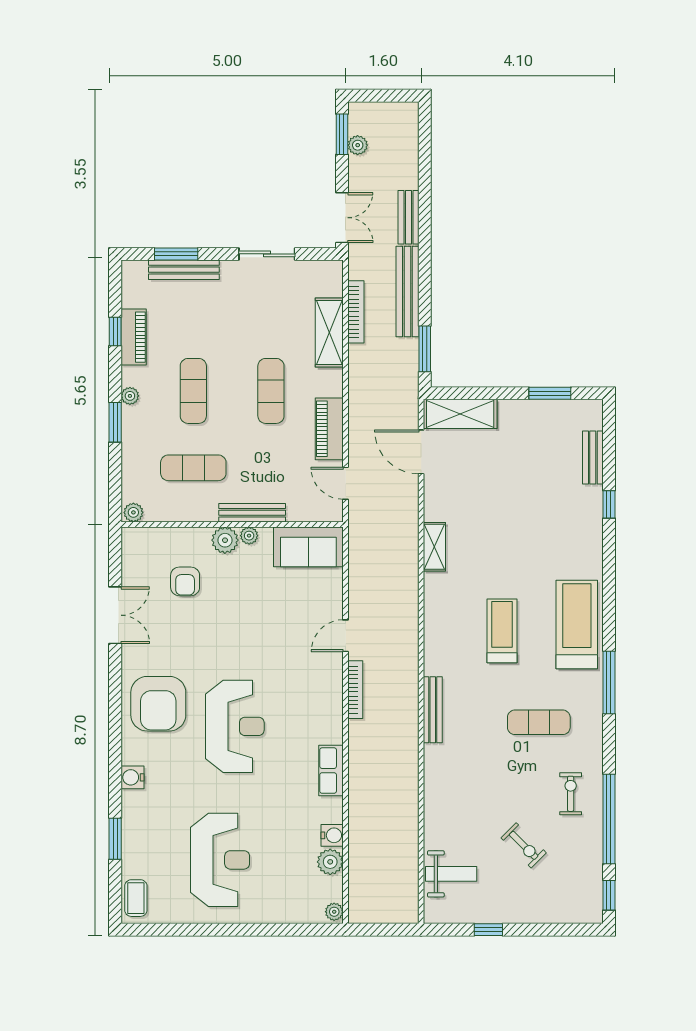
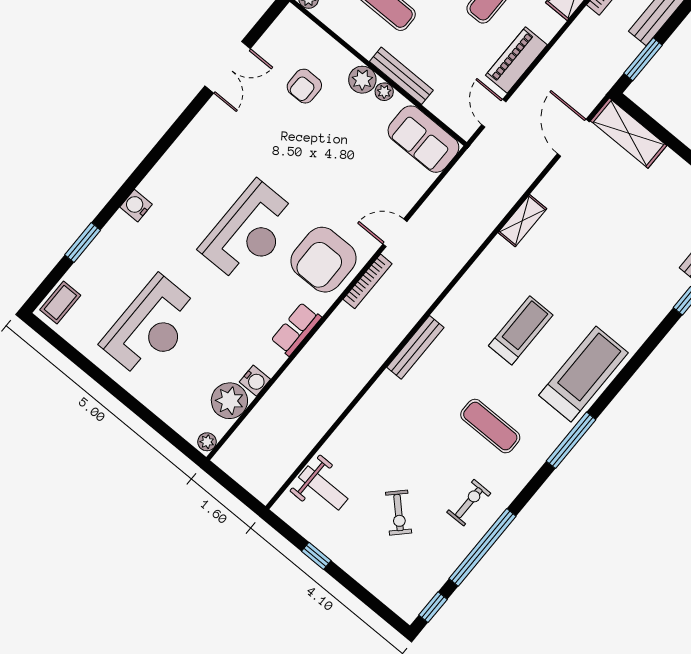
armchair: (158, 704) -> (324, 260), moved
plant: (330, 862) -> (229, 401), width x1.36, depth x1.36

